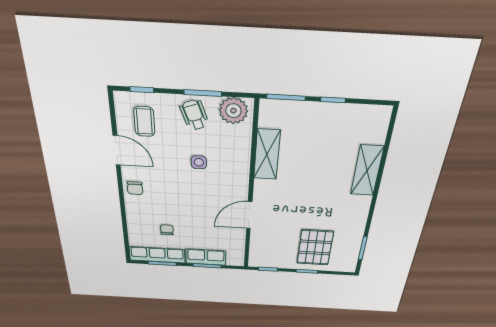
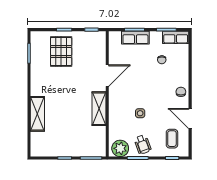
shelving: (267, 154) -> (99, 109), moved
row of seats: (157, 255) -> (176, 37), width x0.68

